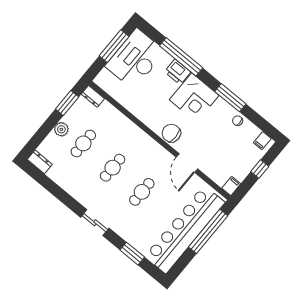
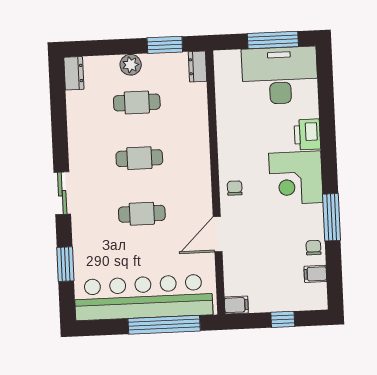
window: (181, 57) -> (327, 123), removed
chair: (171, 133) -> (235, 188), width x0.54, depth x0.54
filing cabinet: (262, 141) -> (315, 274), moved

